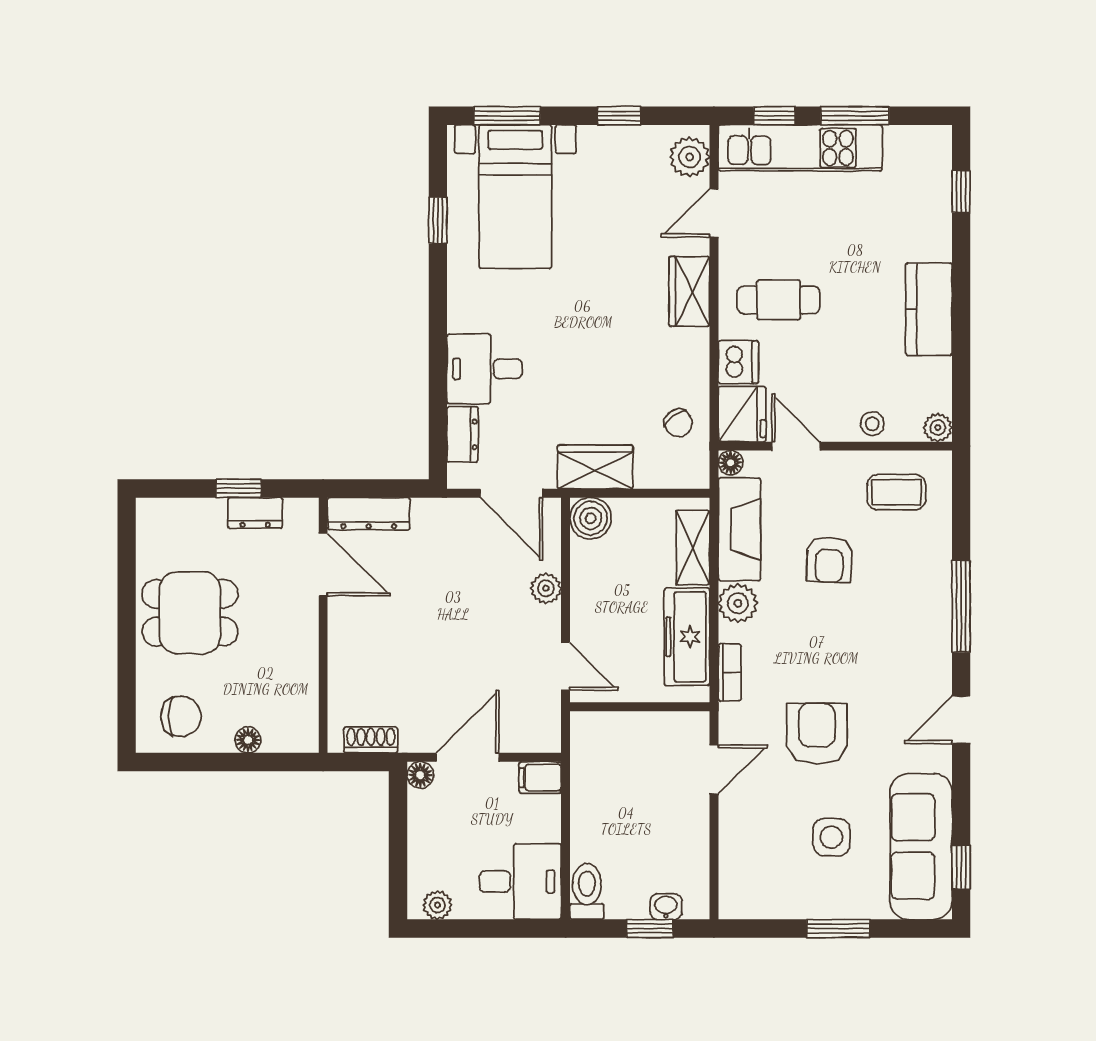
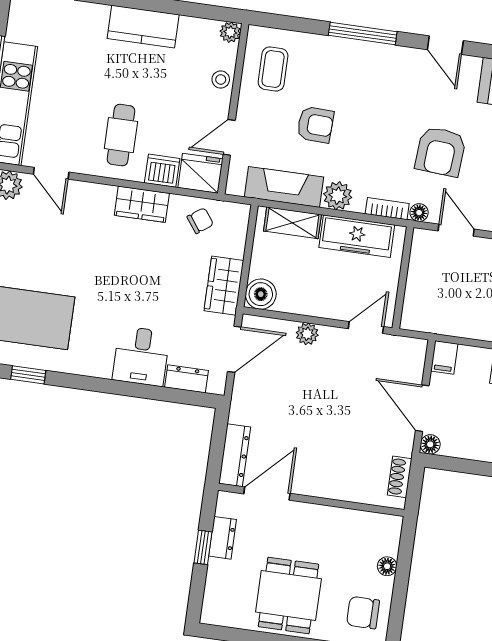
wardrobe: (689, 291) -> (142, 204), moved
floor lamp: (731, 463) -> (419, 213), moved
chair: (181, 716) -> (363, 613), turned -90
armchair: (817, 734) -> (441, 151), turned -86

